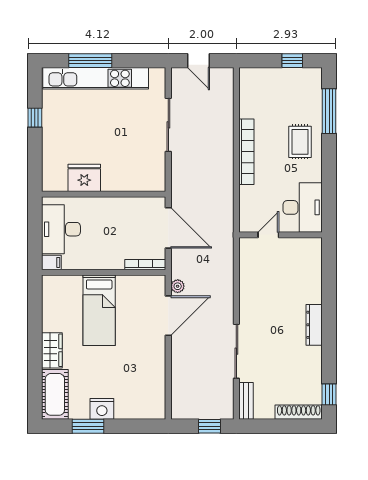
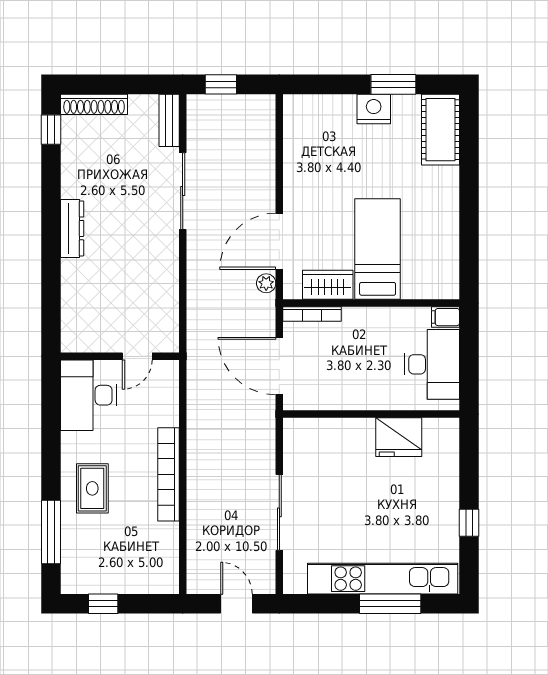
wardrobe: (52, 350) -> (328, 285), moved, turned 90

